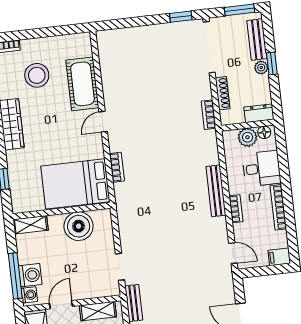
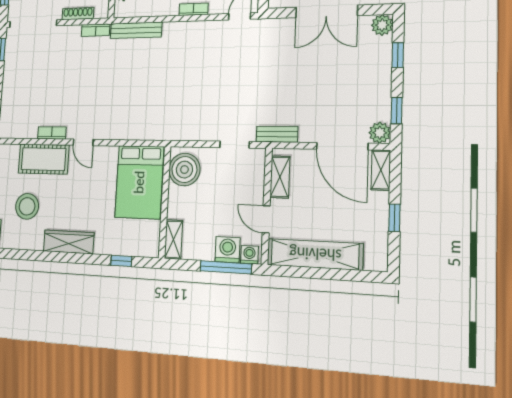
bookcase: (117, 167) -> (52, 133), moved
bench: (216, 191) -> (136, 30), moved
boiler: (79, 226) -> (184, 170), moved

